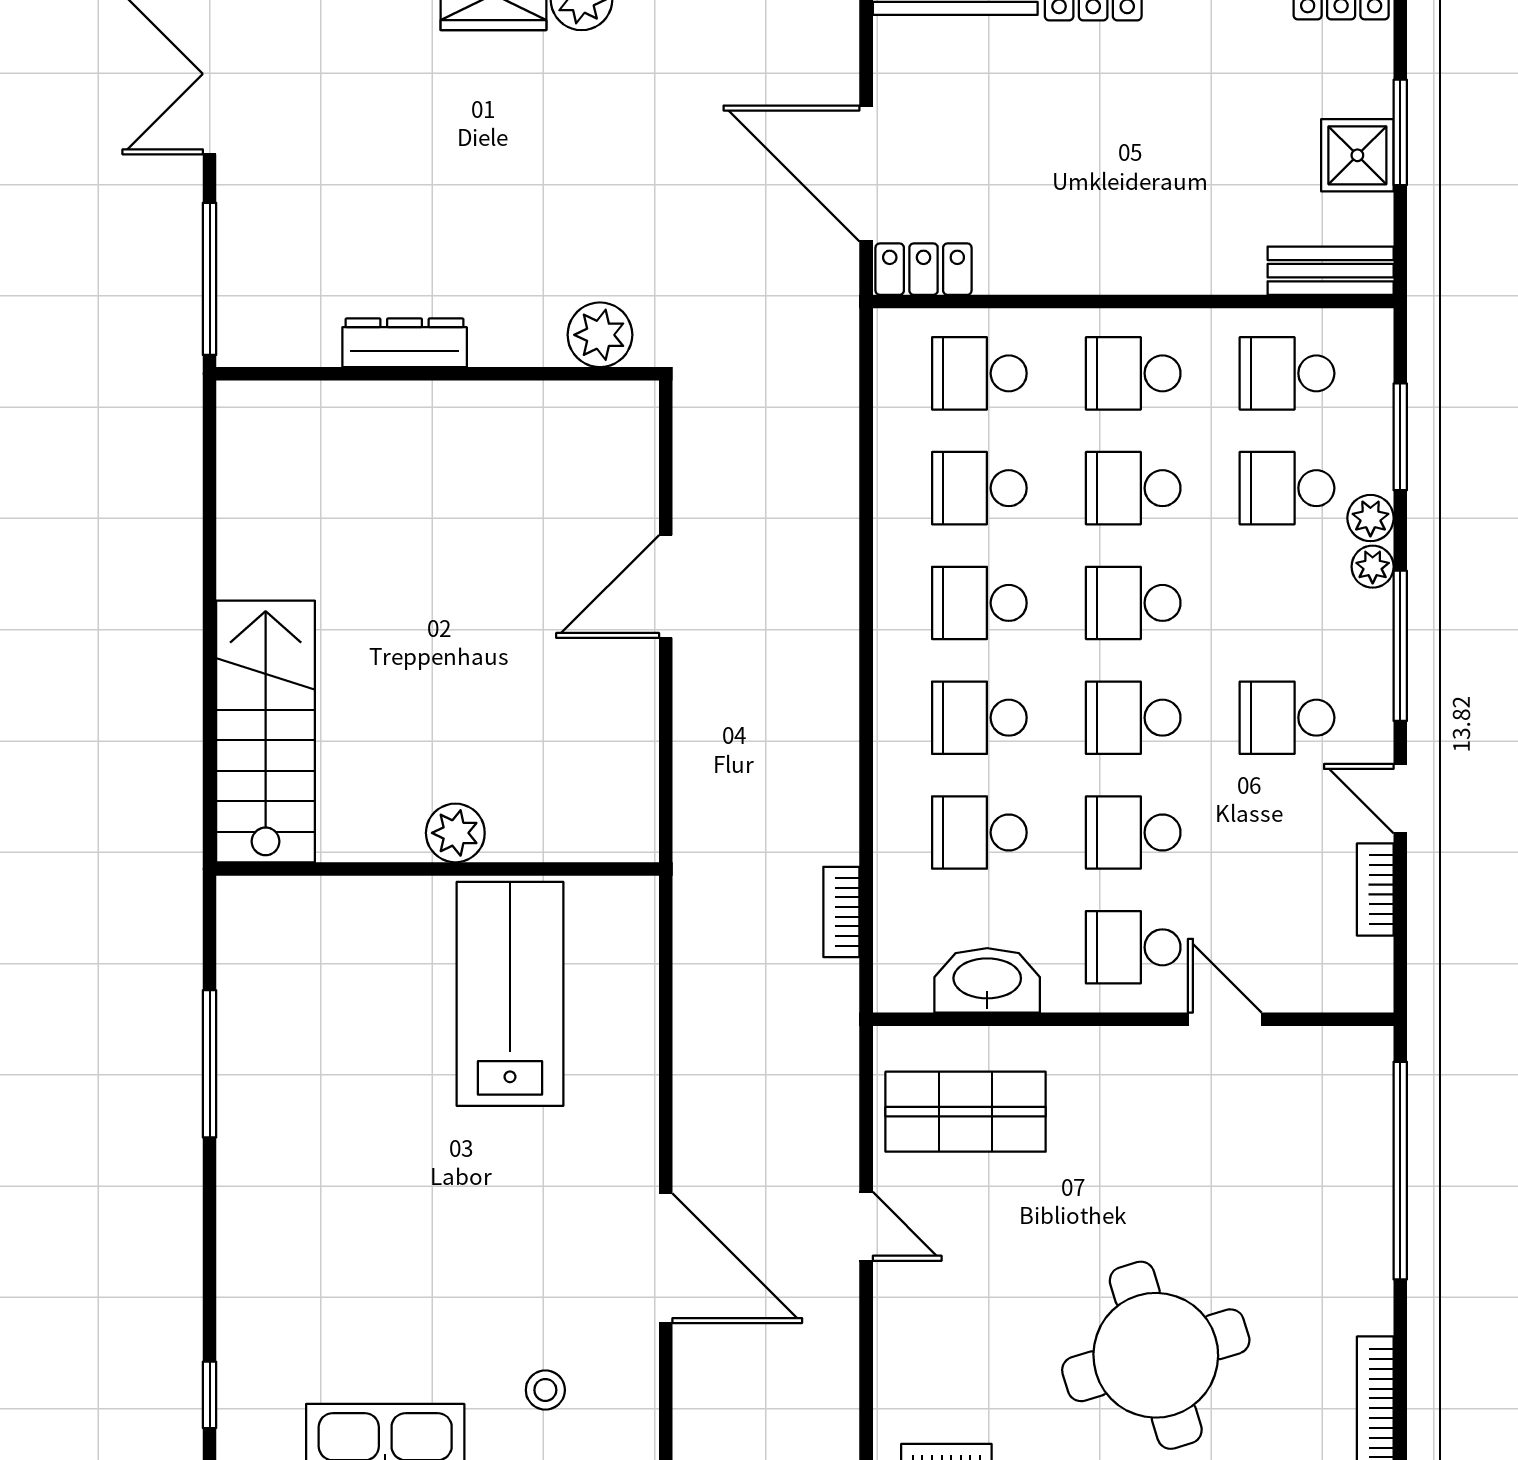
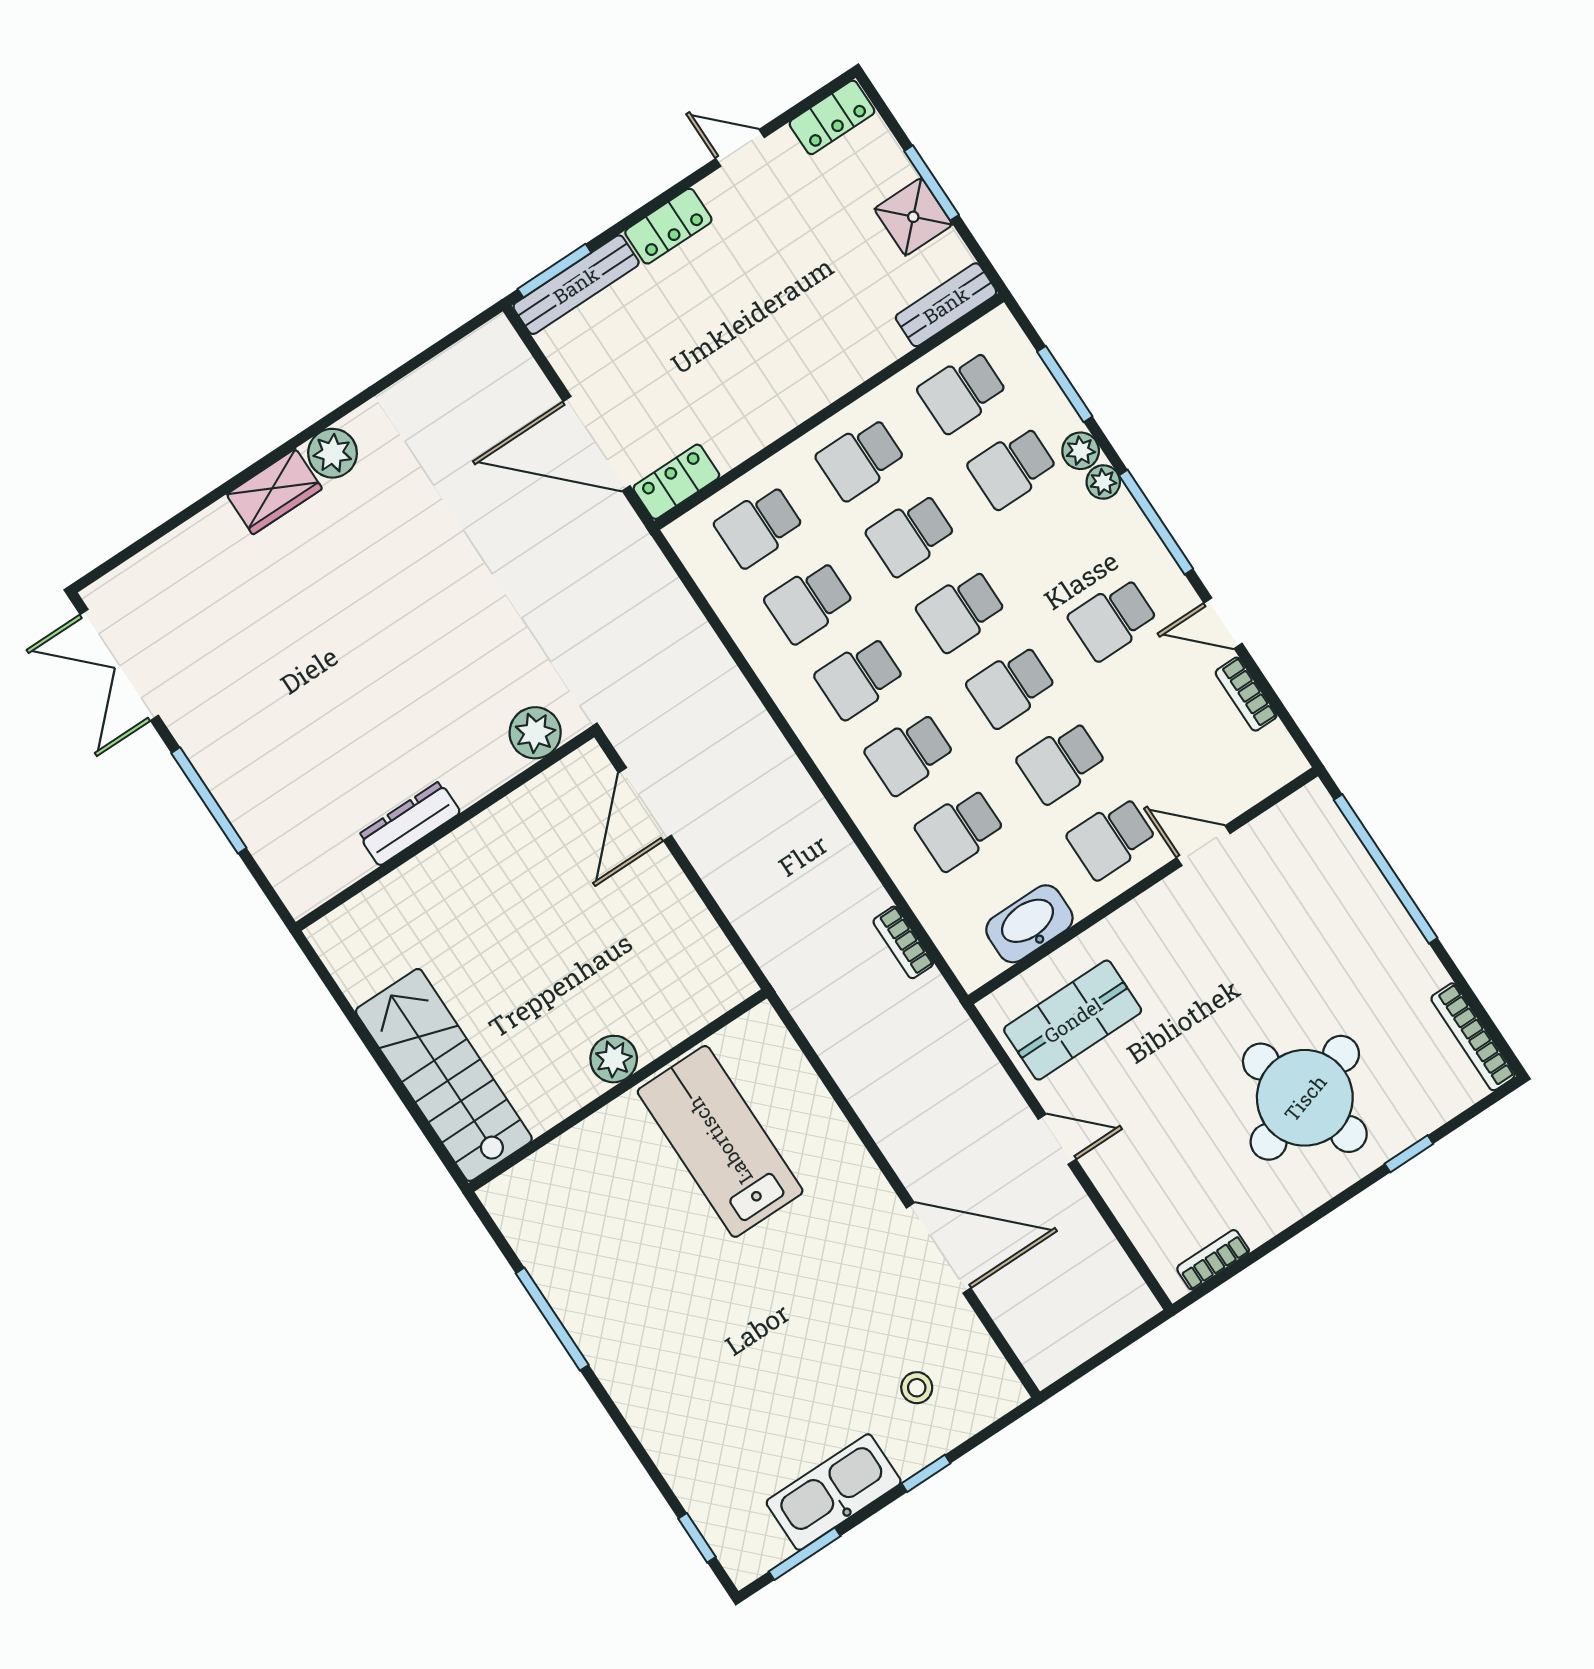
plant: (600, 335) -> (535, 733), moved
dresser: (405, 343) -> (409, 824), moved
wall: (438, 374) -> (445, 830), moved

